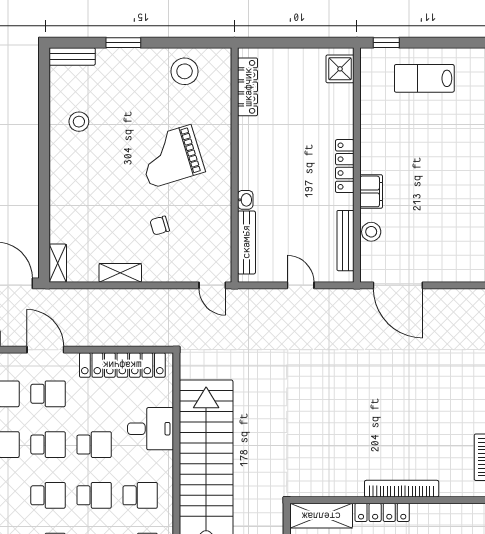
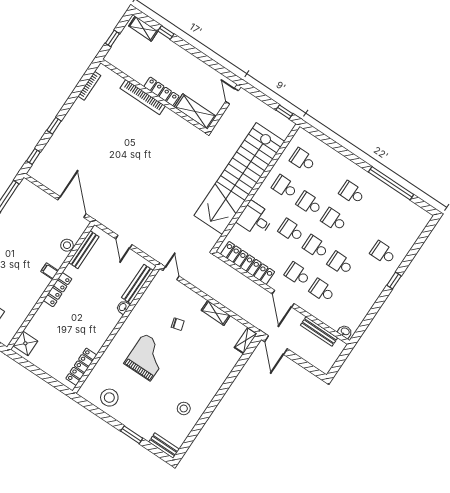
grand piano: (171, 156) -> (147, 357), turned -73
filing cabinet: (371, 191) -> (50, 271), width x0.50

